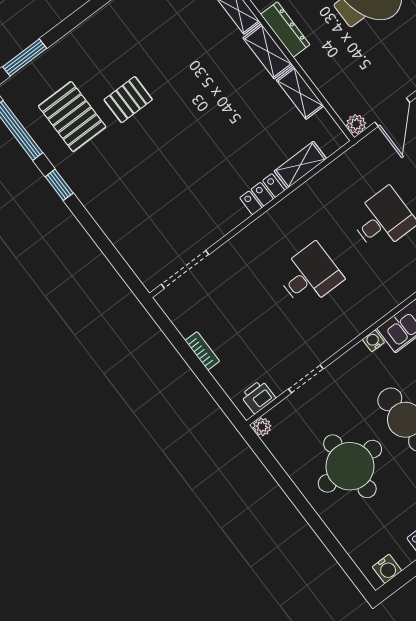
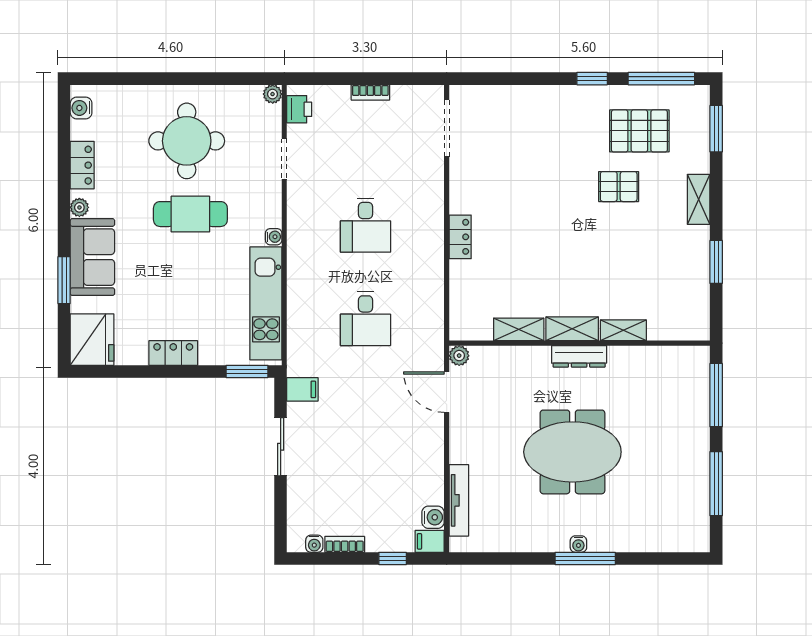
pallet: (128, 100) -> (619, 187), turned 90
shelving: (300, 165) -> (699, 199), moved

